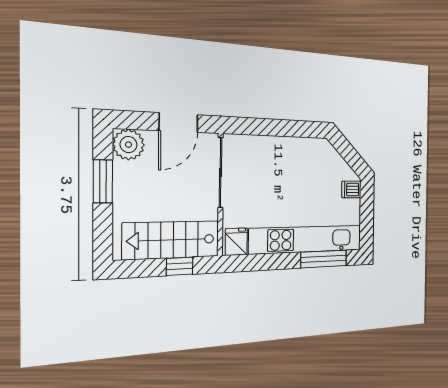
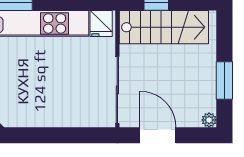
door: (178, 123) -> (158, 135), hinge flipped
plant: (128, 145) -> (209, 120), width x0.53, depth x0.53

